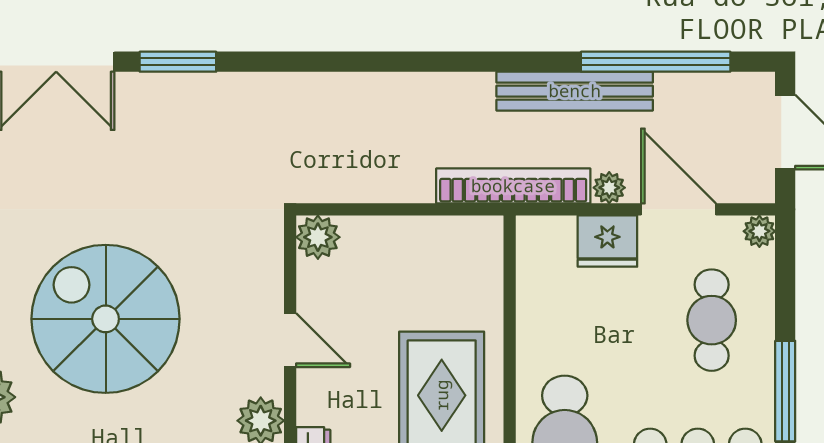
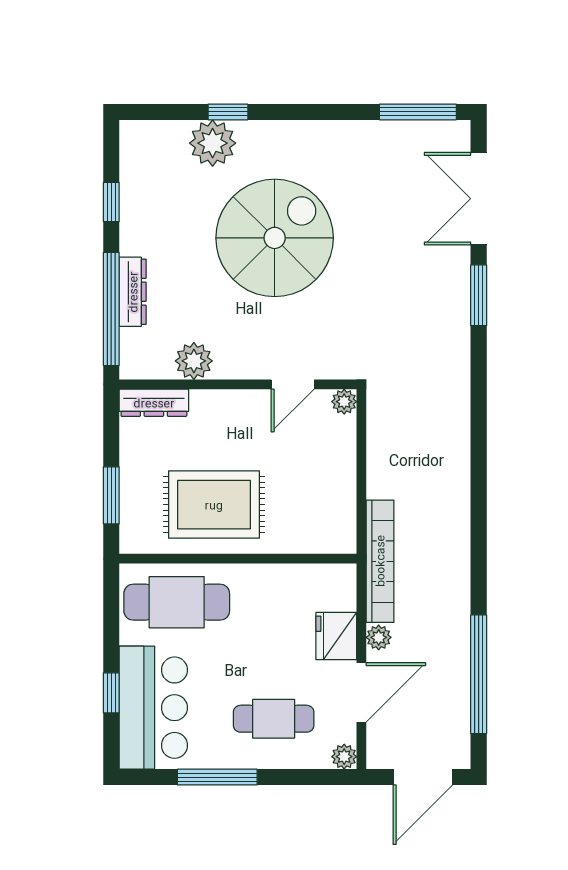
bench: (575, 91) -> (455, 610), removed
plant: (318, 237) -> (344, 402), width x0.73, depth x0.73
door: (290, 340) -> (293, 384), moved

